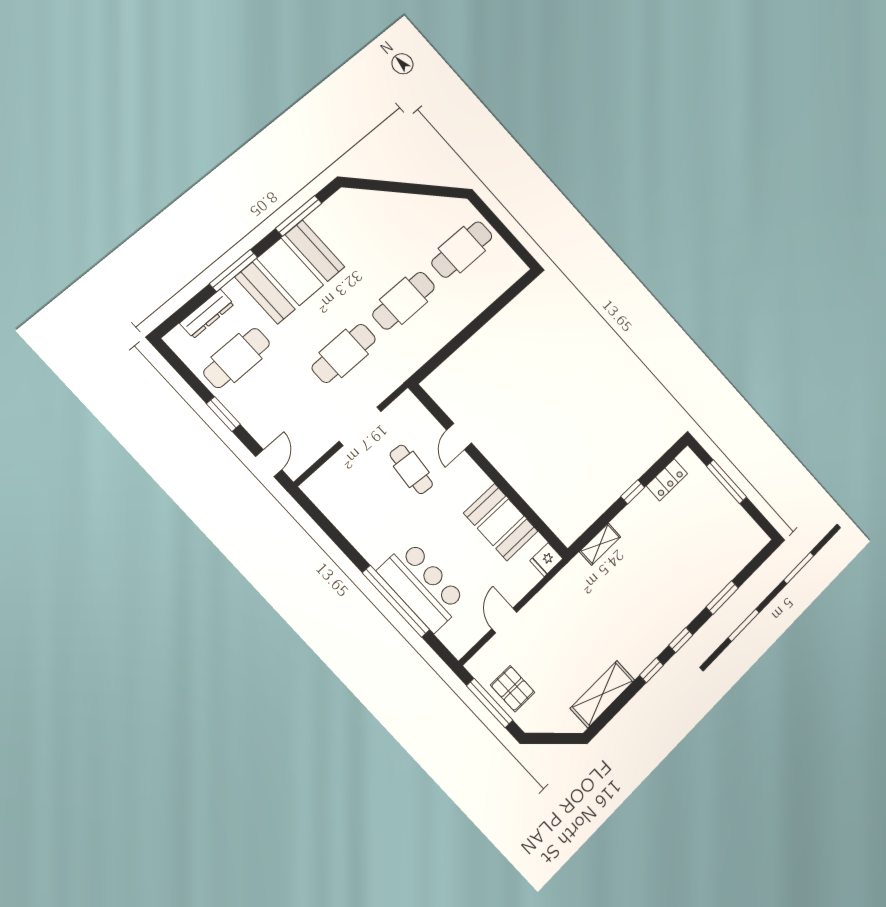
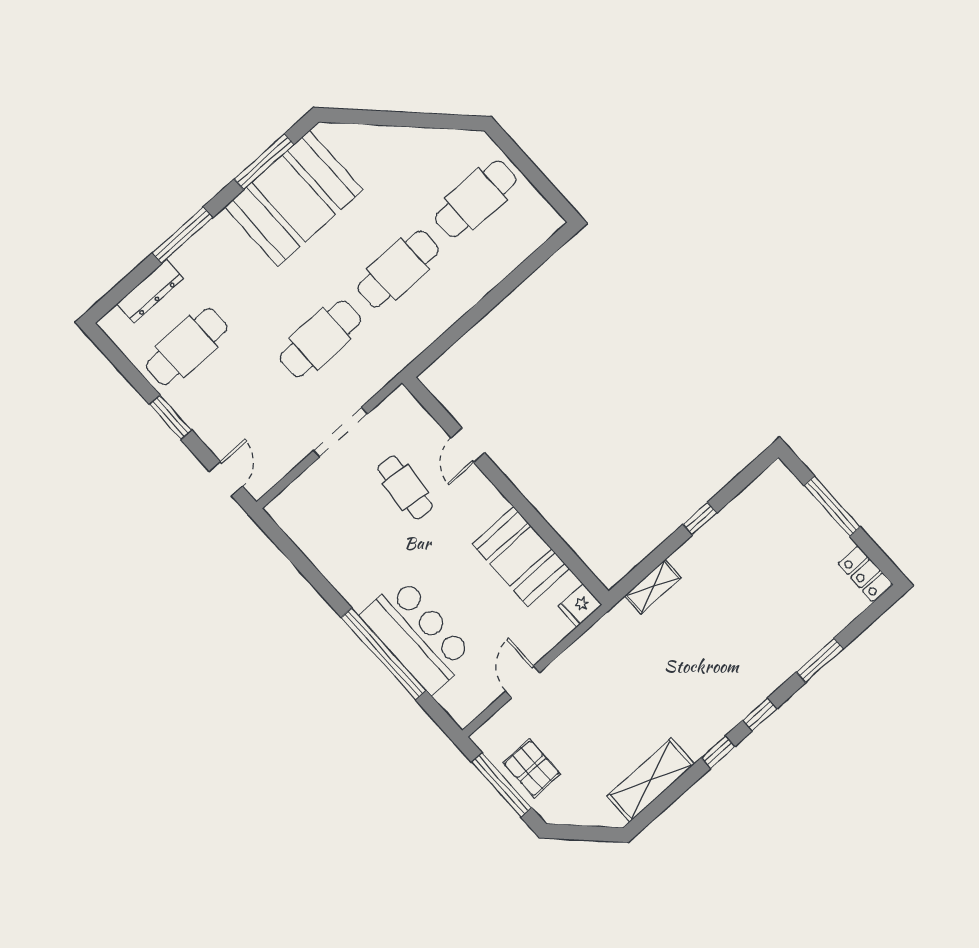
booth: (290, 272) -> (294, 198), moved
locker: (667, 480) -> (865, 574), moved, turned 90

